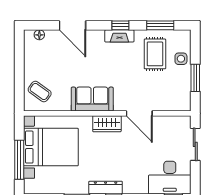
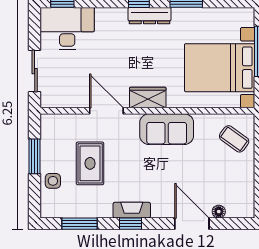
floor lamp: (39, 35) -> (219, 212), moved
rug: (155, 54) -> (90, 163), moved

